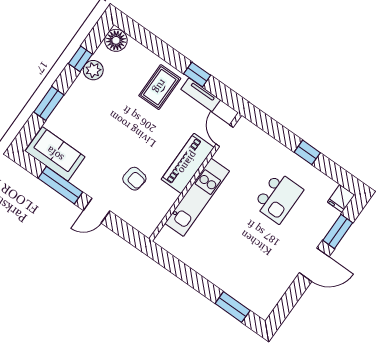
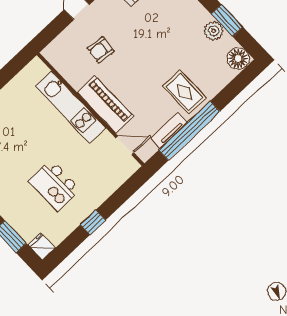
window: (80, 59) -> (227, 21), width x1.50
window: (197, 74) -> (189, 131), width x3.17

